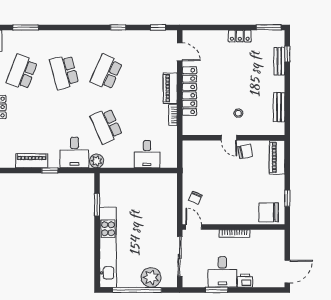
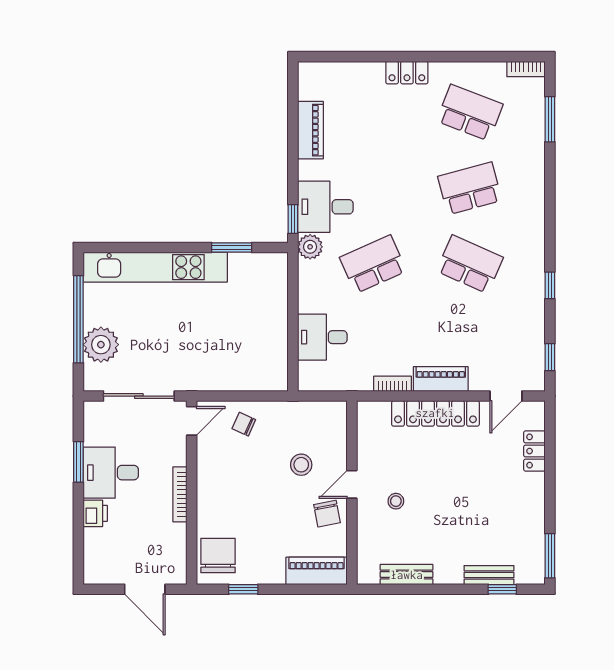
locker: (240, 36) -> (534, 451), moved
stool: (218, 166) -> (301, 465), added
window: (50, 170) -> (293, 219), moved
door: (287, 272) -> (145, 589), moved

